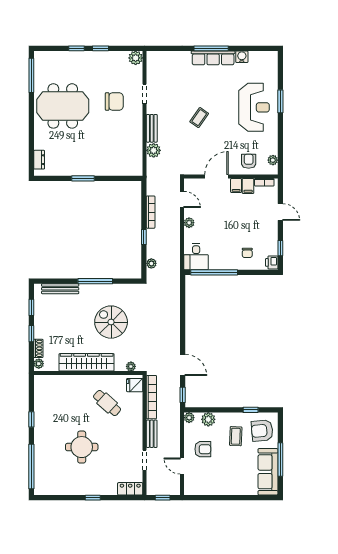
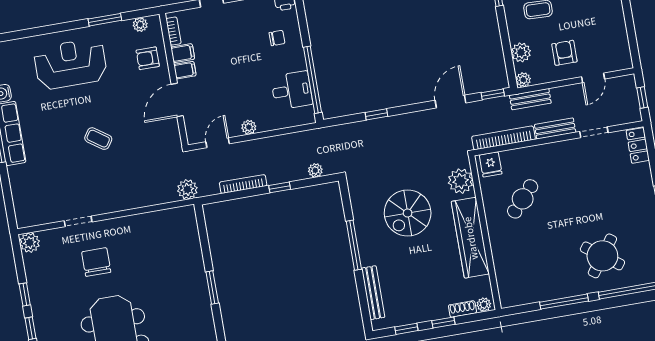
window: (280, 101) -> (105, 20), moved
bench: (152, 128) -> (530, 99), moved
plant: (154, 150) -> (187, 189), moved
door: (216, 177) -> (177, 100), hinge flipped
desk: (196, 257) -> (292, 90), moved
window: (183, 312) -> (376, 114), added
plant: (131, 366) -> (461, 181), width x1.88, depth x1.88
window: (31, 419) -> (564, 302), width x2.17
round table: (82, 447) -> (602, 256), moved, turned 36

